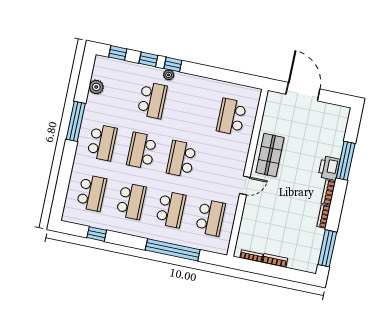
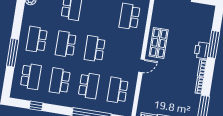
window: (76, 121) -> (13, 53), moved
school desk: (102, 142) -> (37, 39), turned 180
school desk: (131, 201) -> (60, 81), turned 180
school desk: (210, 218) -> (118, 90), turned 180

